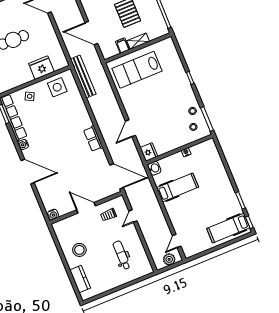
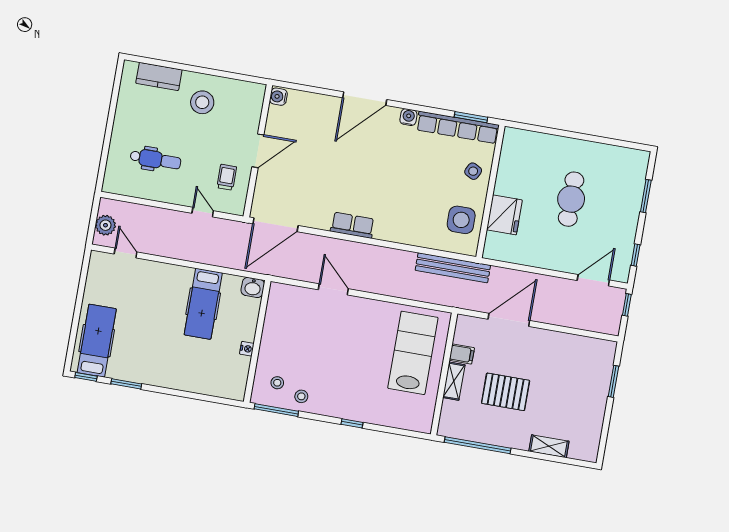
fridge: (149, 152) -> (282, 294), removed

